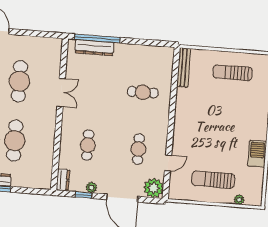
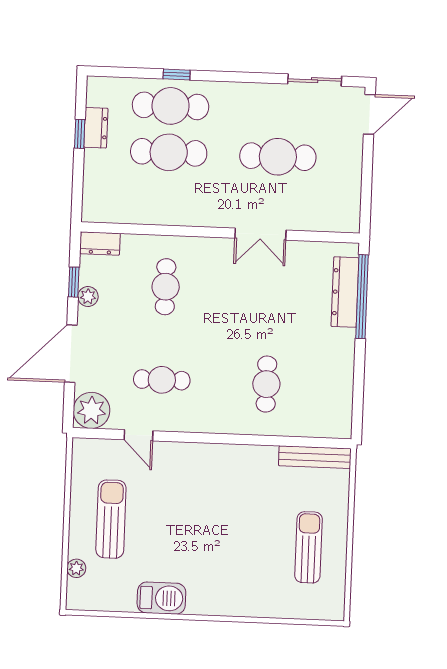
cafe table: (88, 145) -> (166, 287), turned 90

